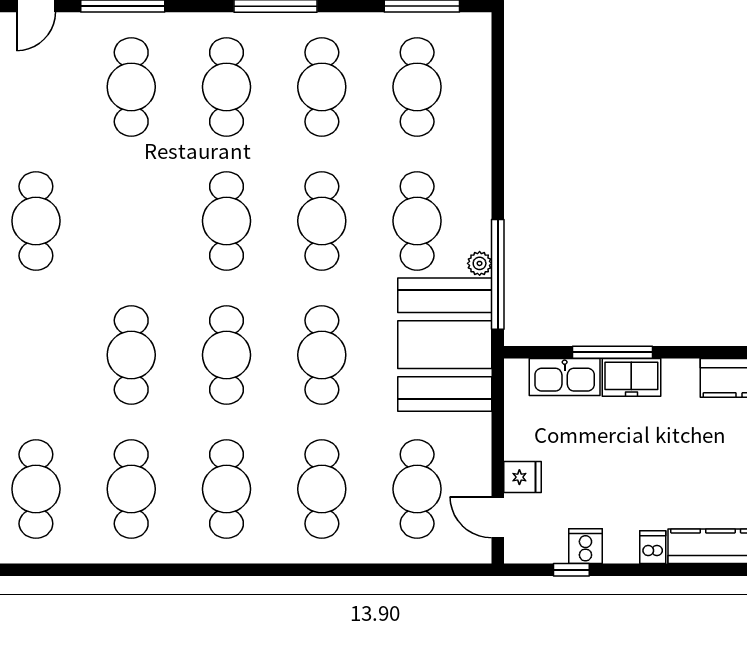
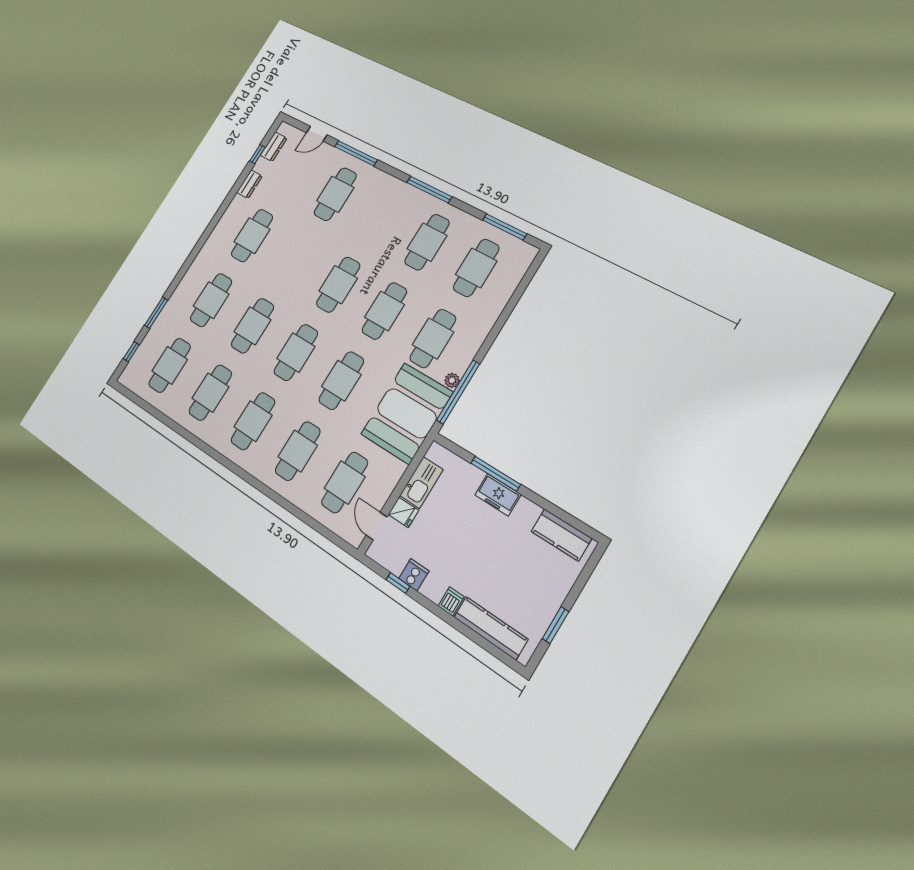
cafe table: (227, 87) -> (211, 300), moved
kitchen sink: (565, 377) -> (421, 483), moved, turned -90

